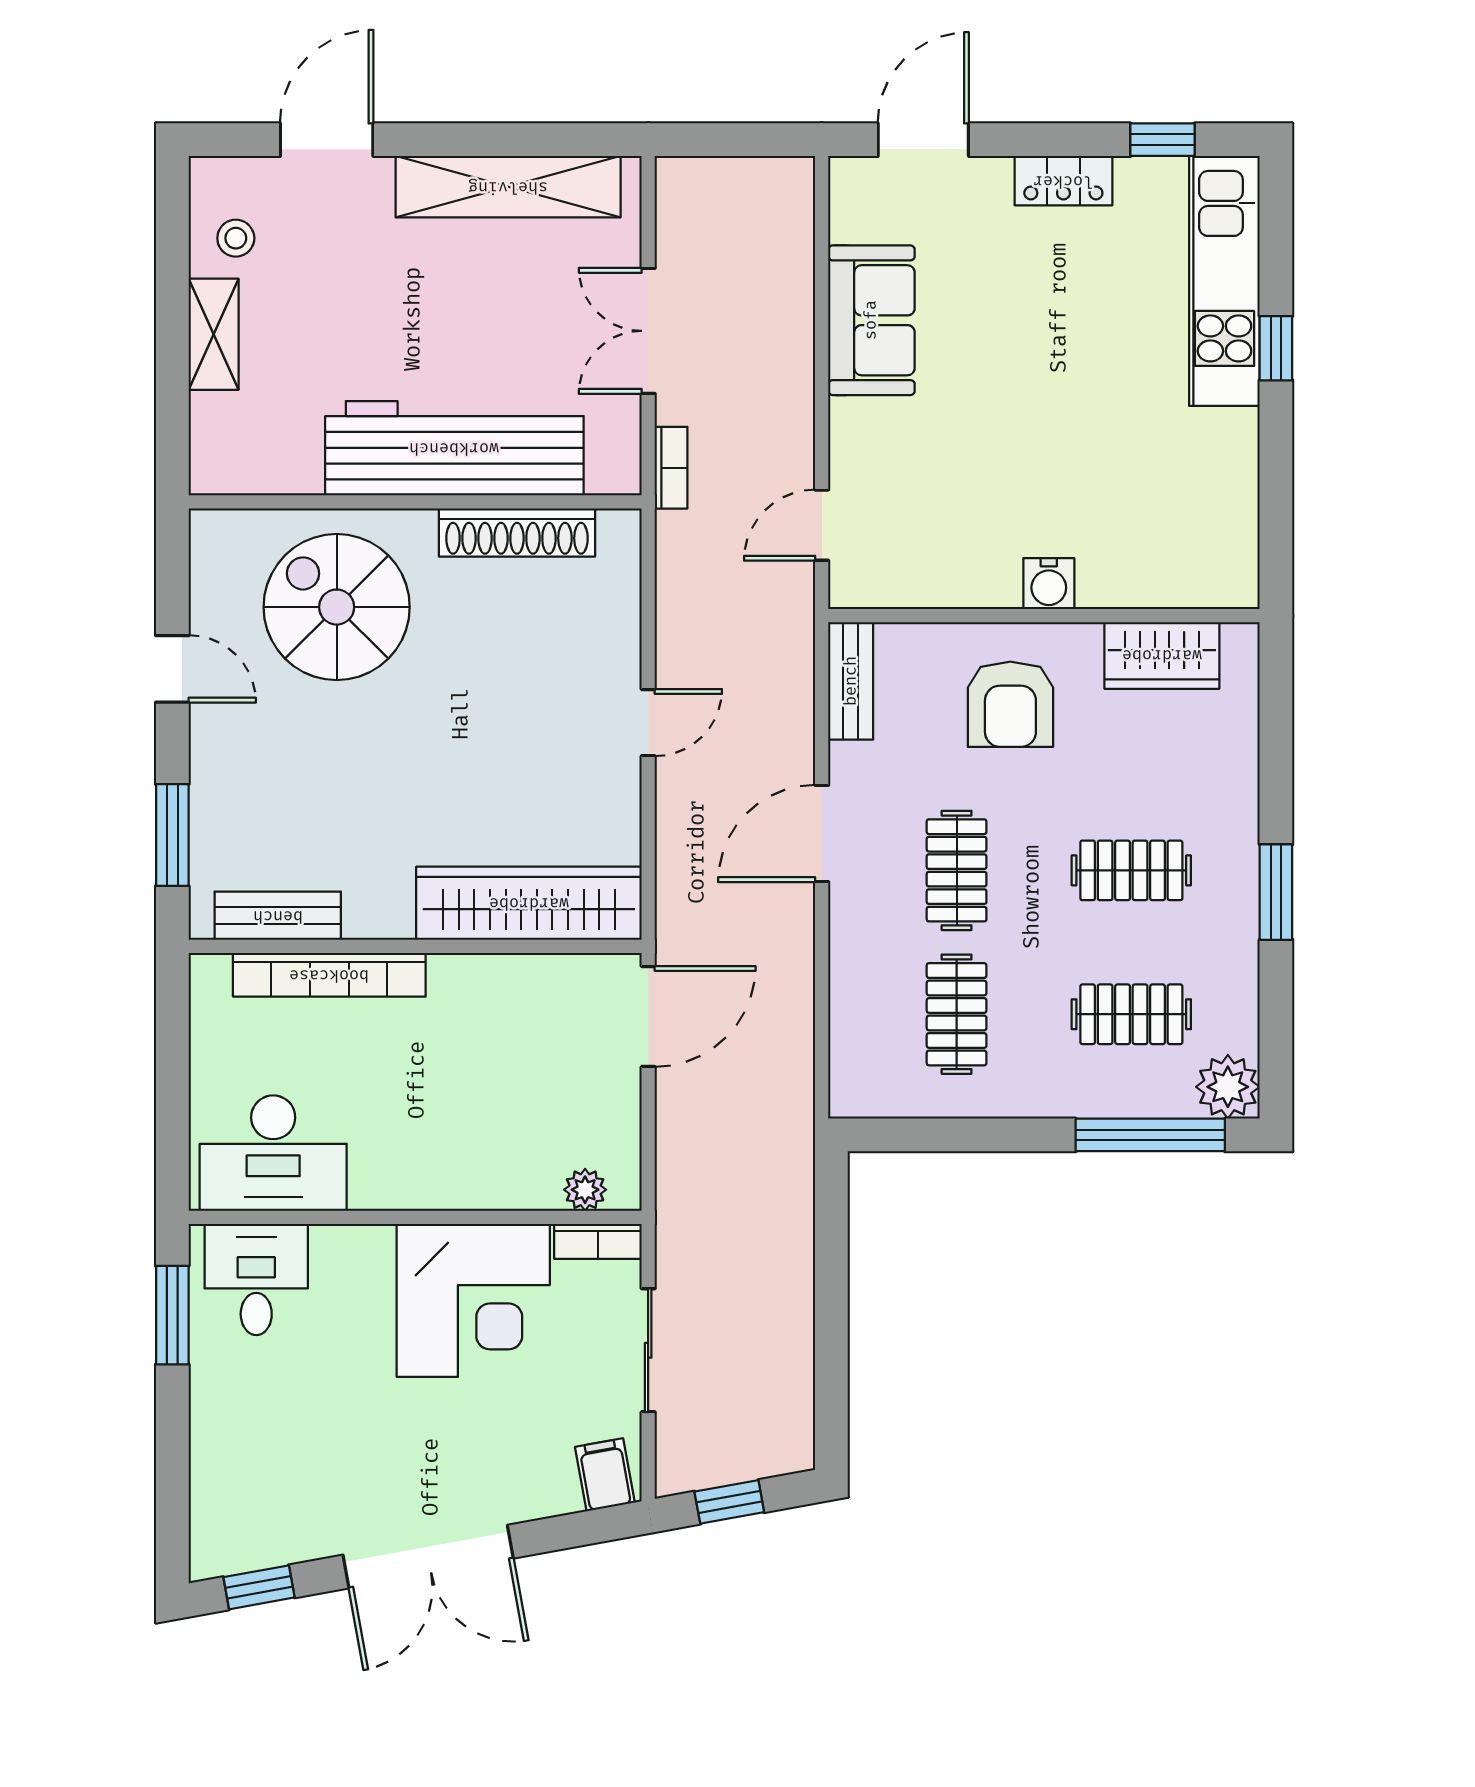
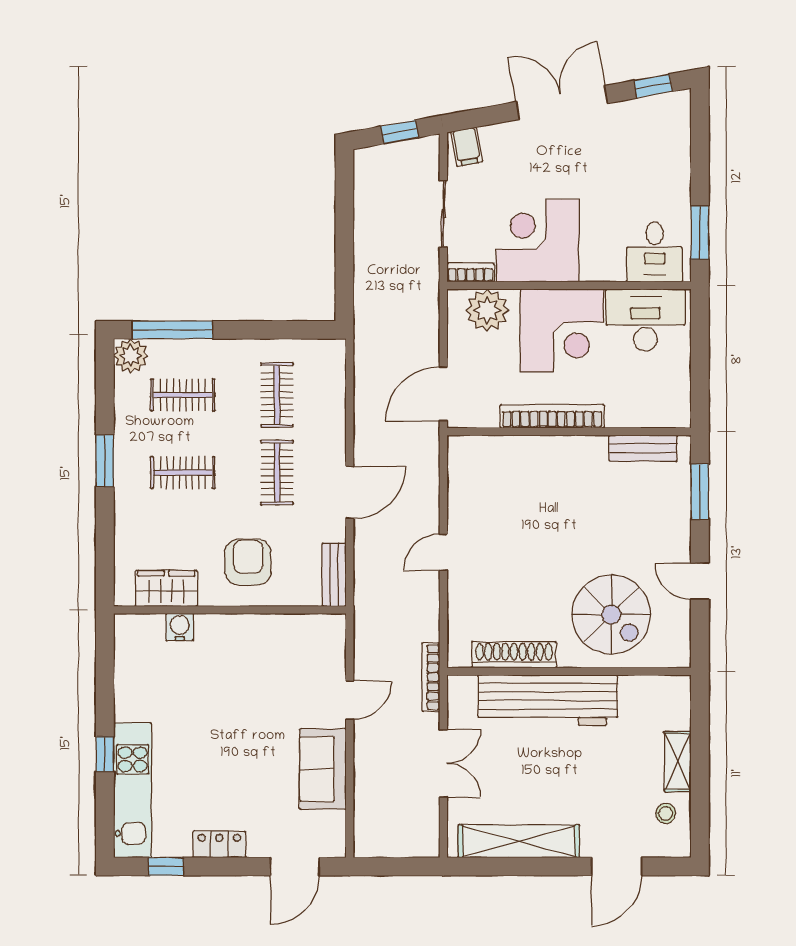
bookcase: (671, 468) -> (431, 677), width x1.56
door: (822, 525) -> (350, 700), moved
water cooler: (1049, 584) -> (180, 627), moved
wardrobe: (529, 903) -> (508, 455), removed
bookcase: (329, 975) -> (552, 416), moved
corner desk: (428, 1134) -> (562, 331), added
plant: (585, 1190) -> (487, 310), width x1.87, depth x1.87

